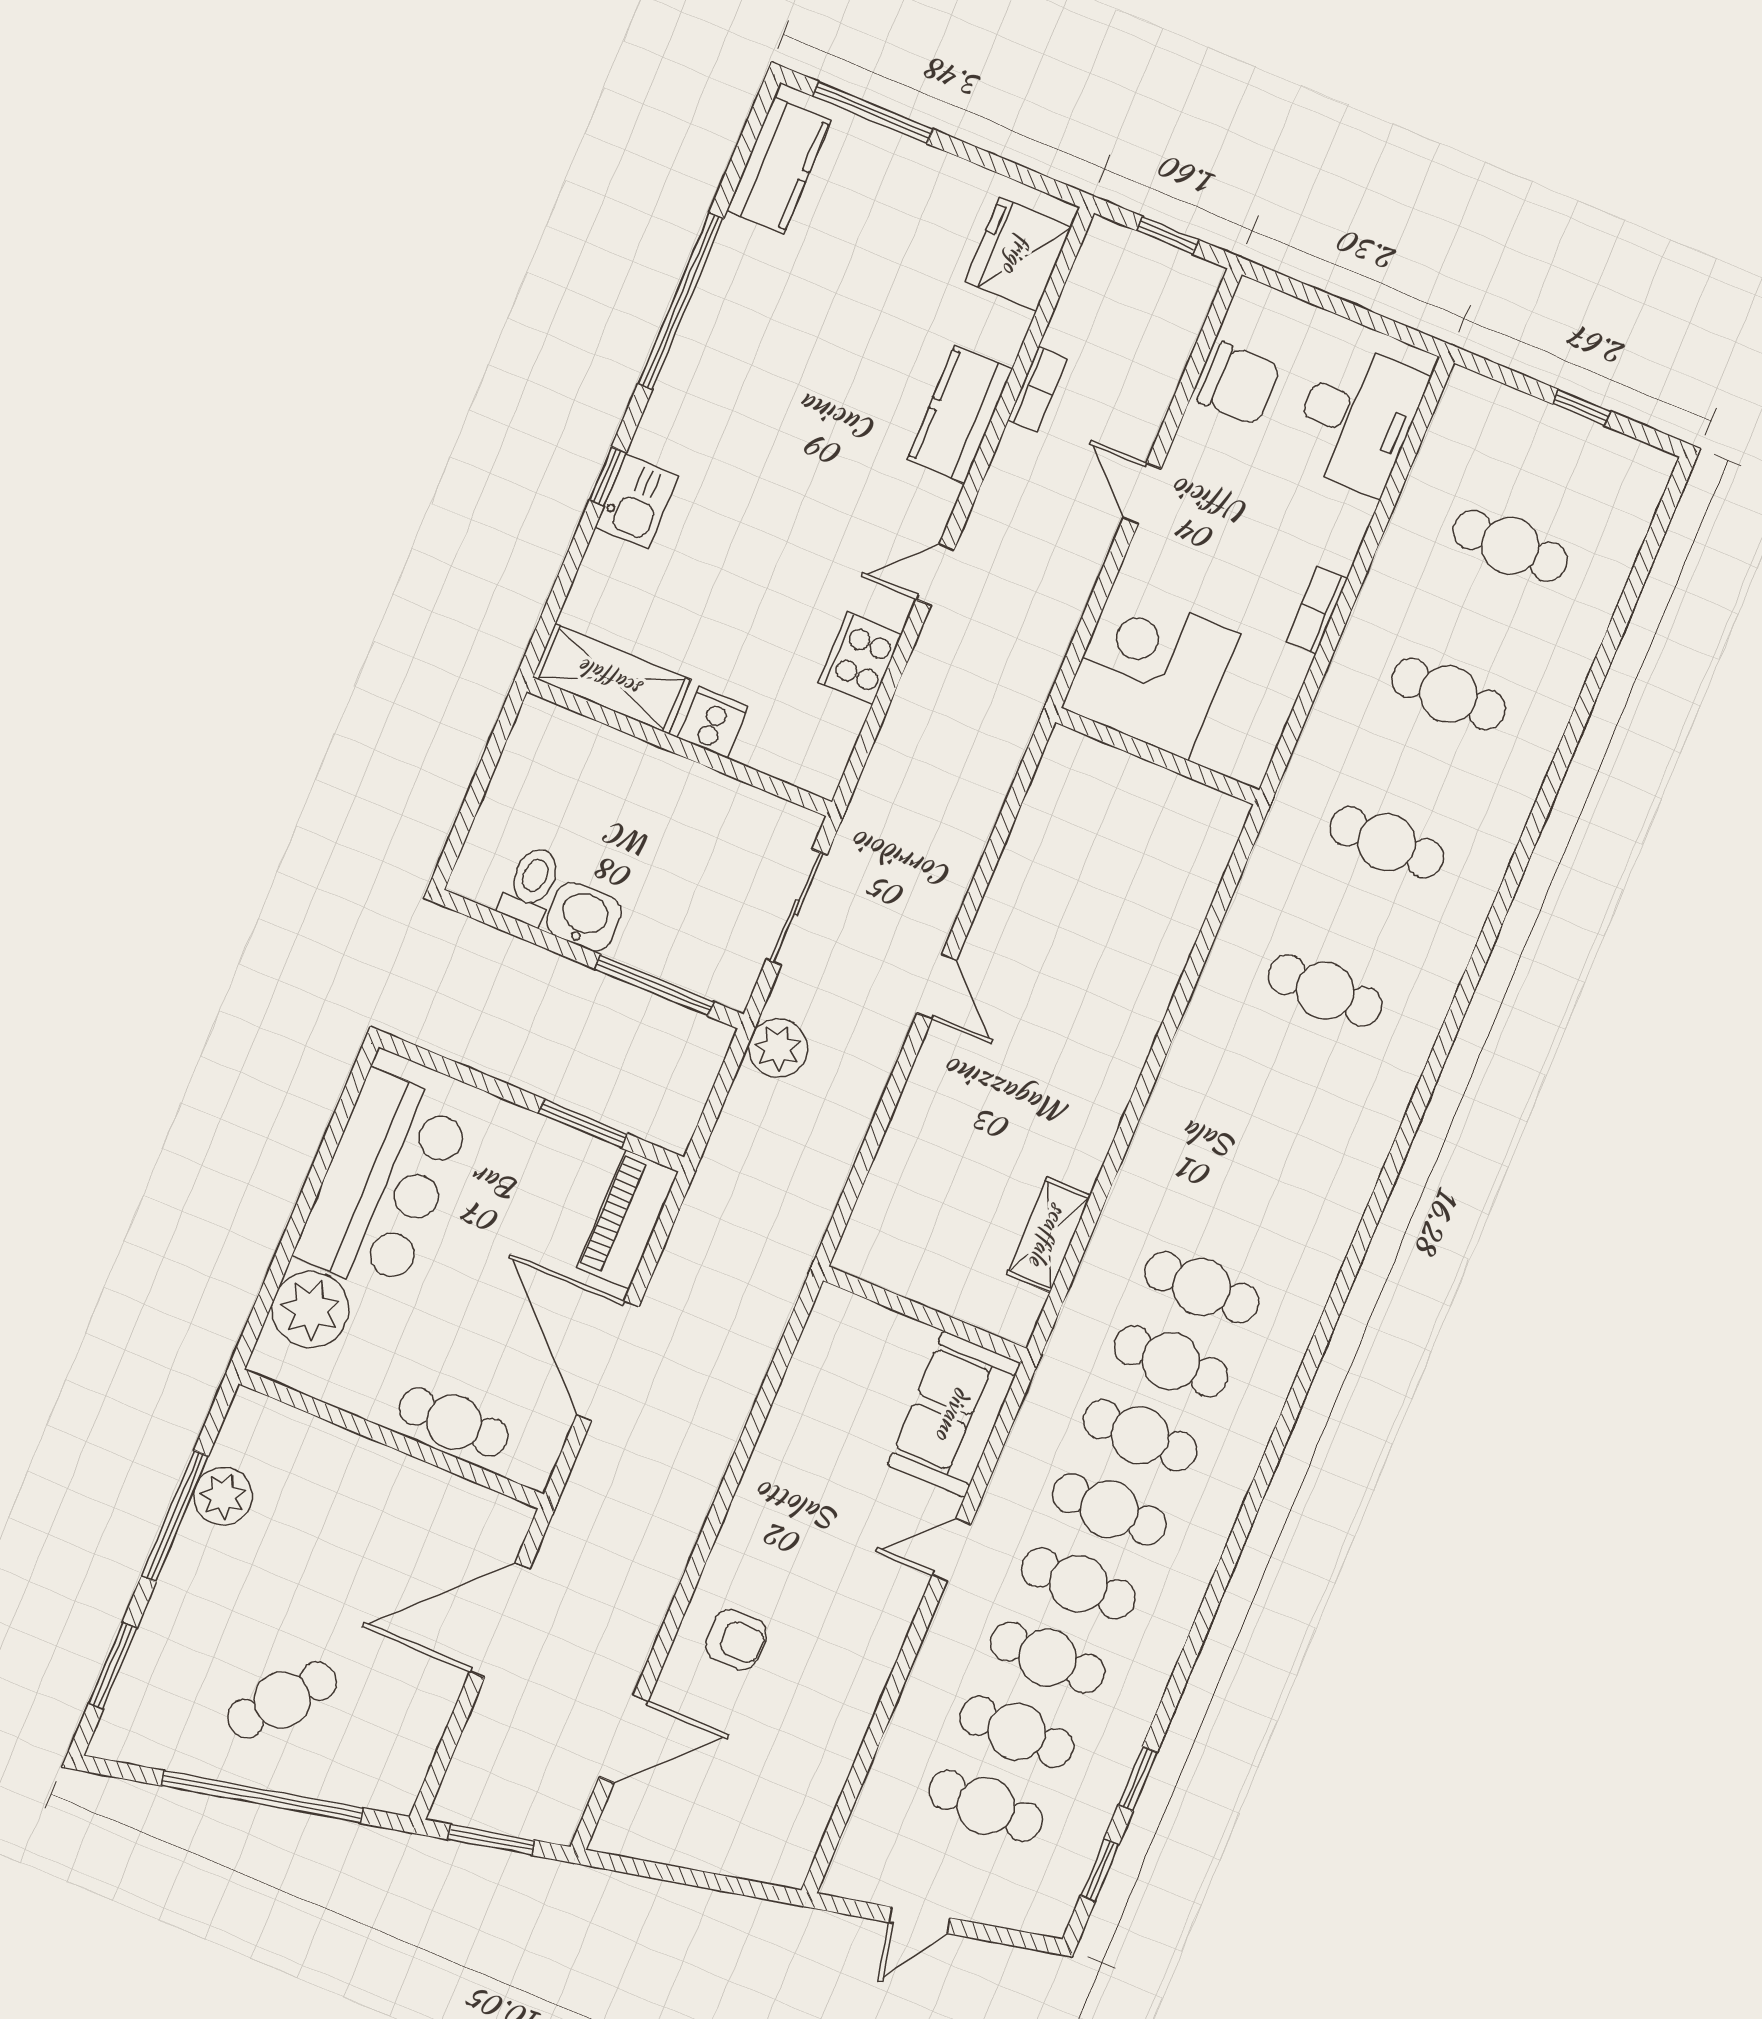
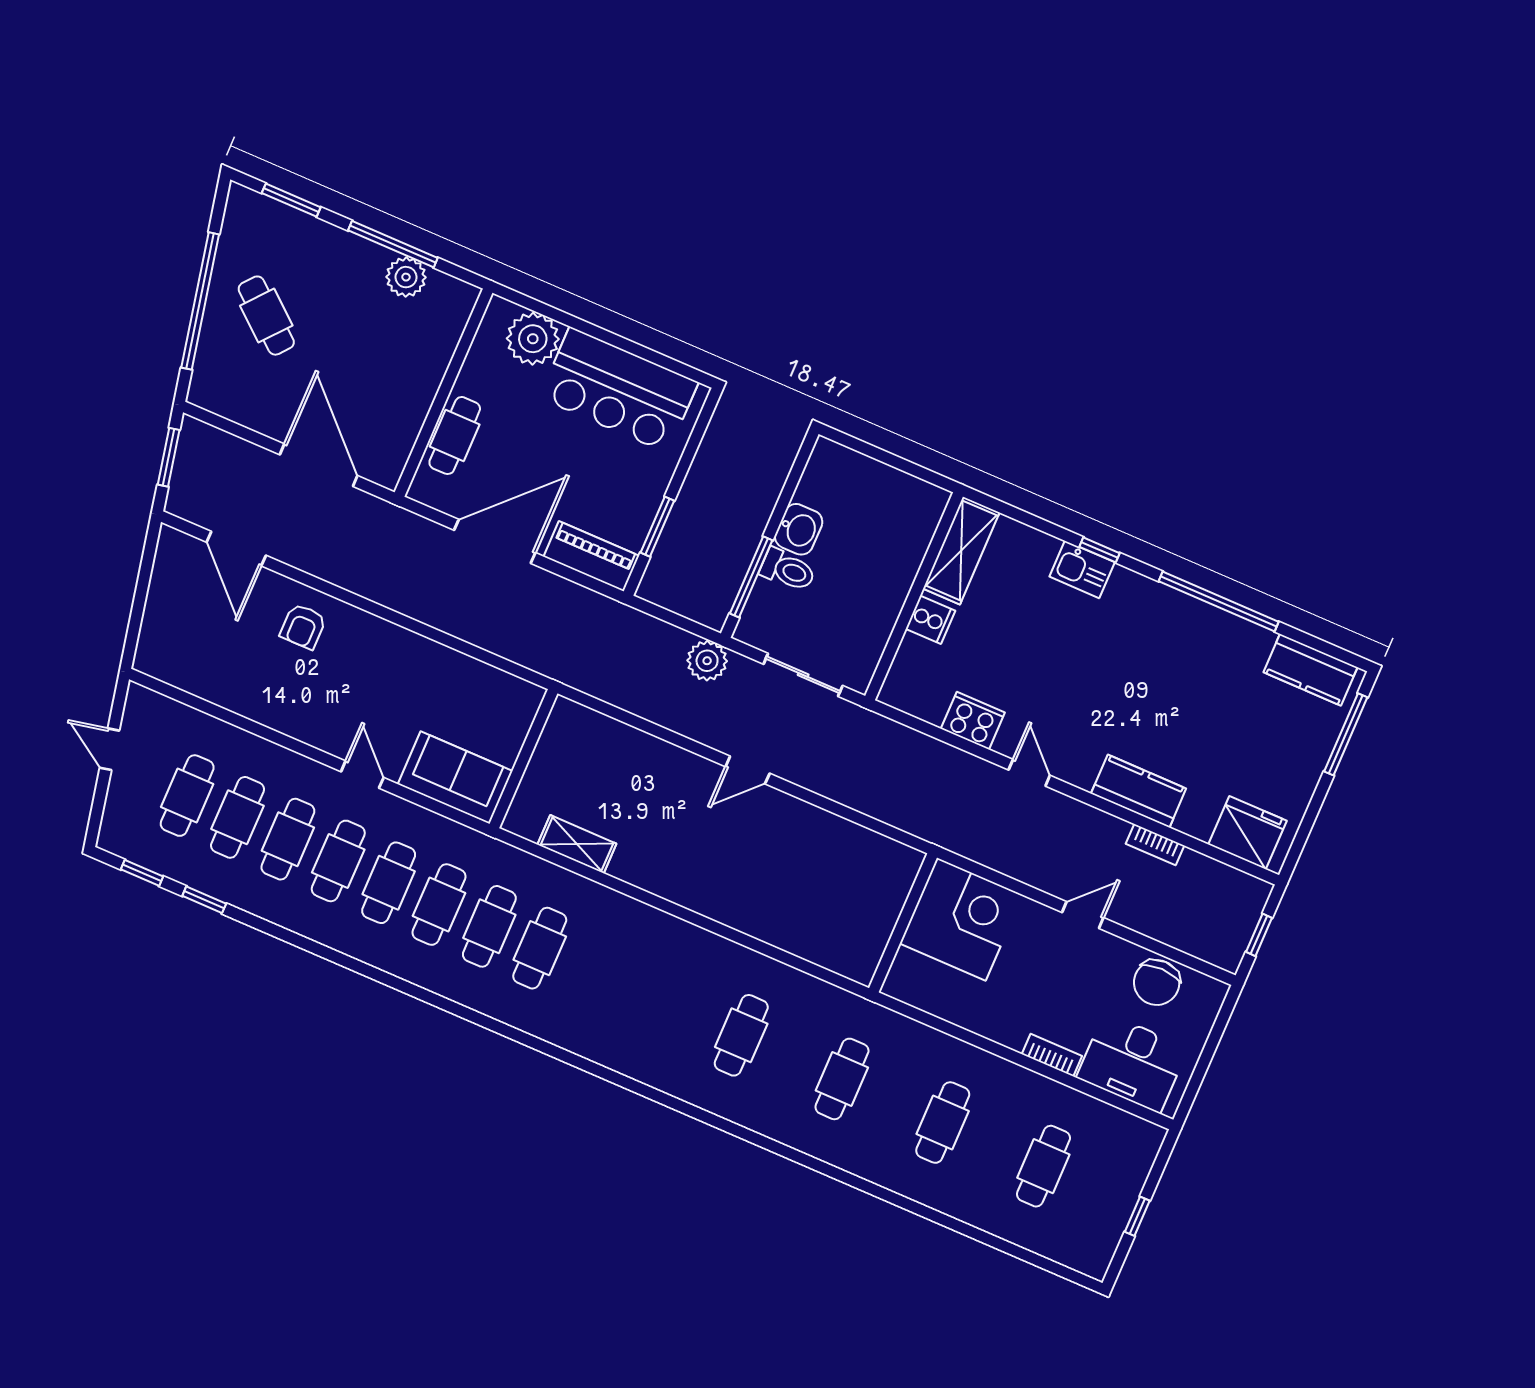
bookcase: (1317, 610) -> (1052, 1055), moved
toilet: (531, 885) -> (788, 570), moved

